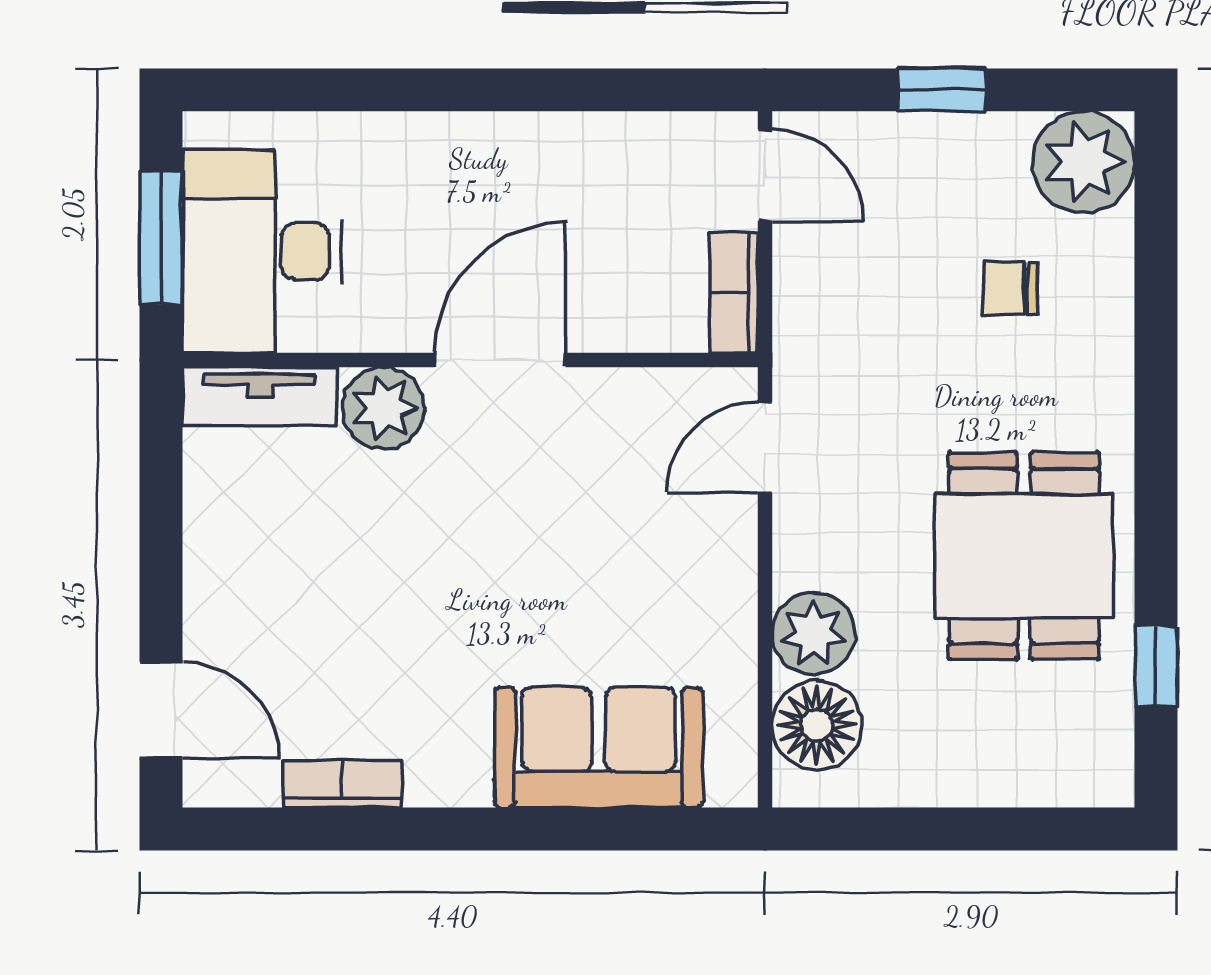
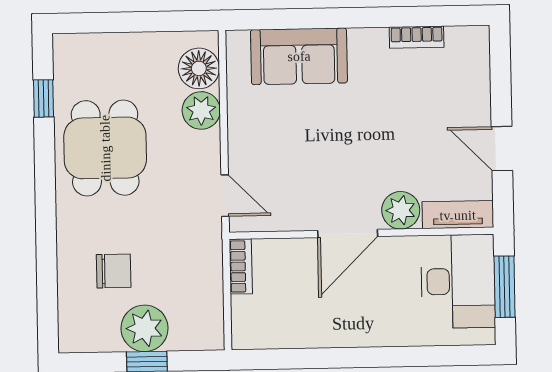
plant: (1084, 162) -> (145, 328), moved
door: (765, 175) -> (227, 321), removed
chair: (1011, 288) -> (114, 271), width x1.37, depth x1.37
door: (765, 447) -> (225, 196), hinge flipped
door: (161, 710) -> (502, 149), moved

